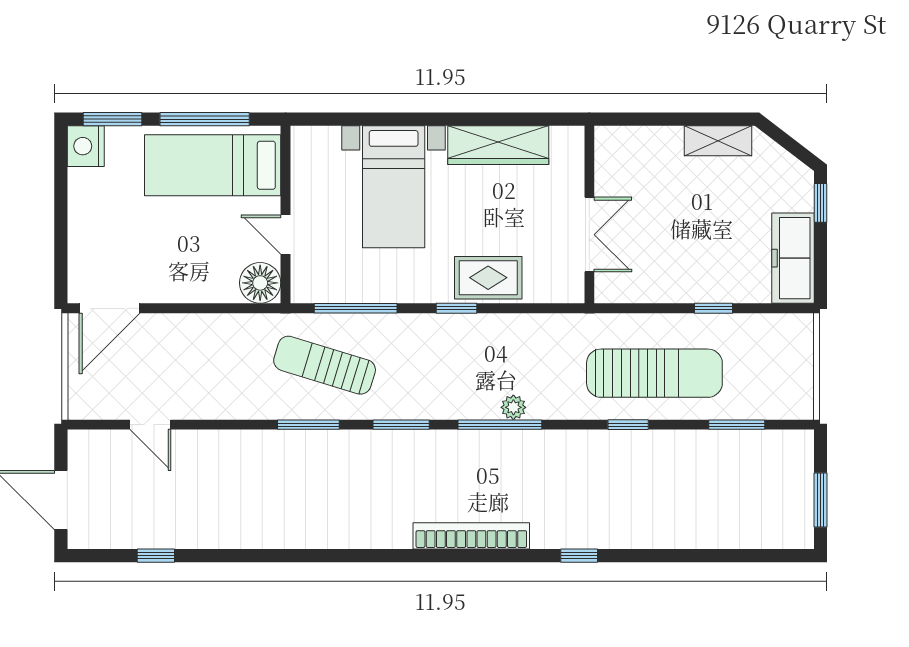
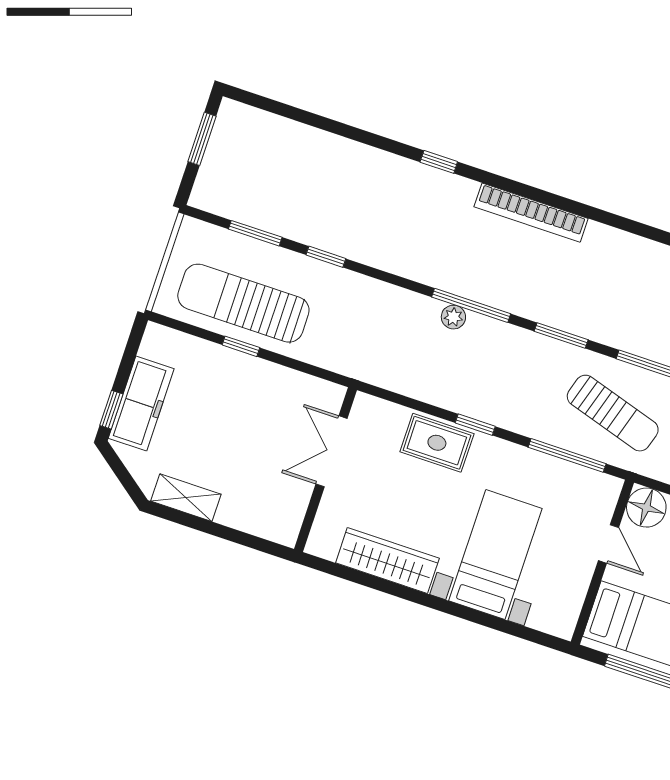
freezer: (793, 258) -> (141, 404), moved
sun lounger: (654, 373) -> (243, 303), moved
window: (628, 425) -> (326, 257), moved

